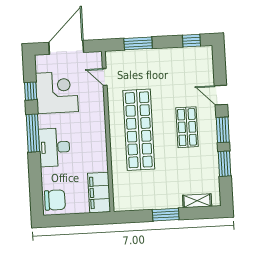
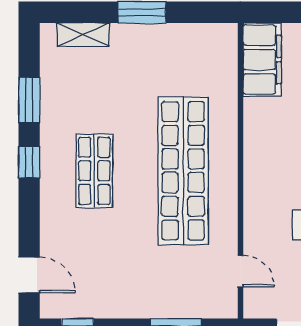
door: (221, 95) -> (29, 275), moved
window: (223, 130) -> (29, 162), width x0.67

